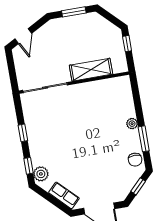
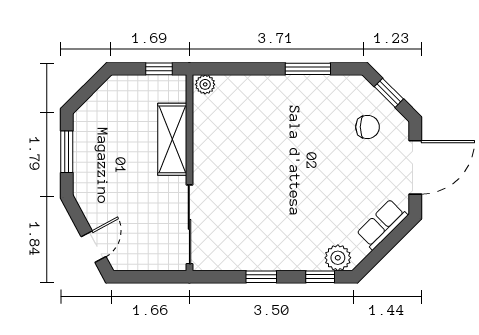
door: (23, 36) -> (94, 247), hinge flipped
window: (127, 44) -> (159, 69), moved
plant: (132, 124) -> (205, 84), moved
chair: (135, 160) -> (368, 127), moved

